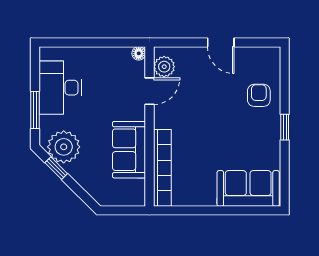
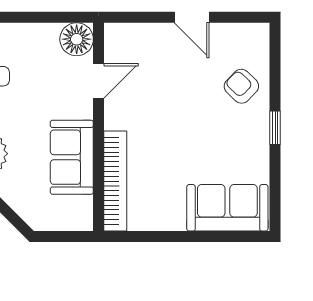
floor lamp: (139, 53) -> (77, 39), width x1.89, depth x1.89
plant: (164, 67) -> (118, 49), removed
armchair: (259, 95) -> (241, 86), turned -46

